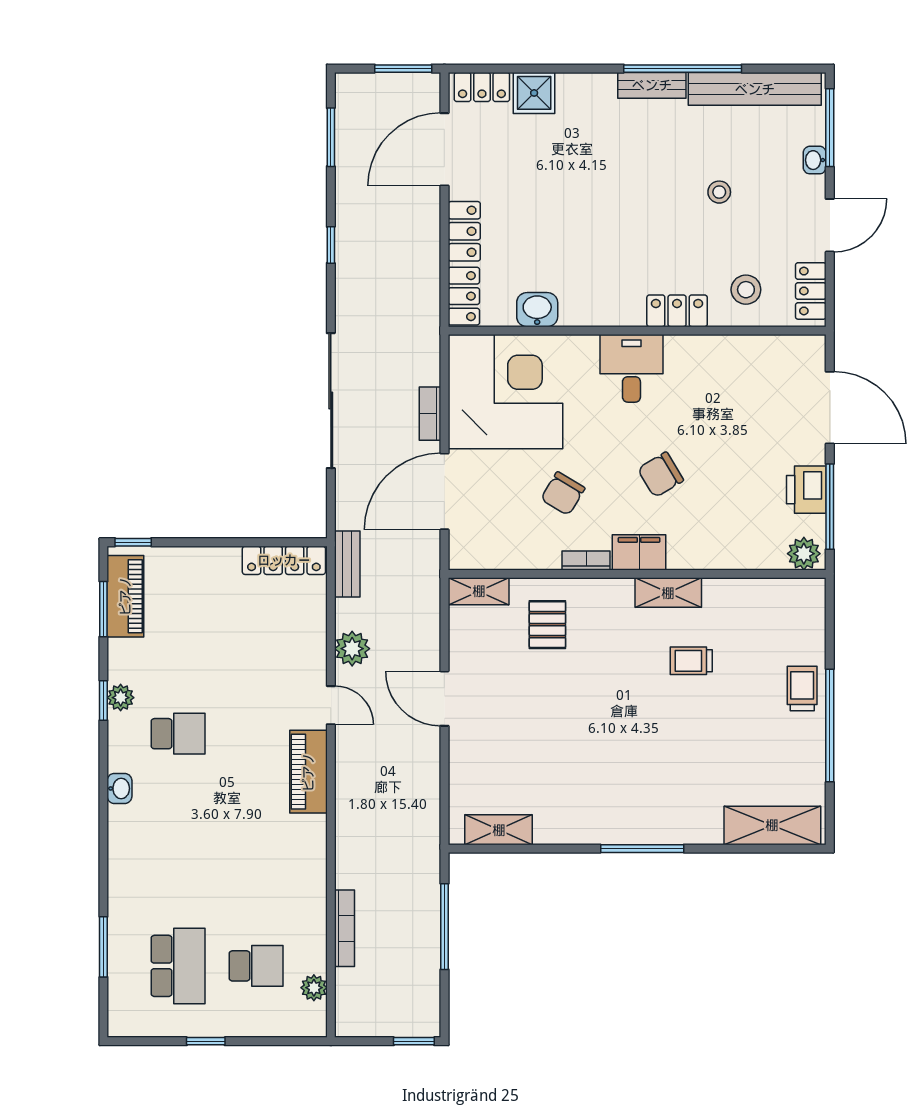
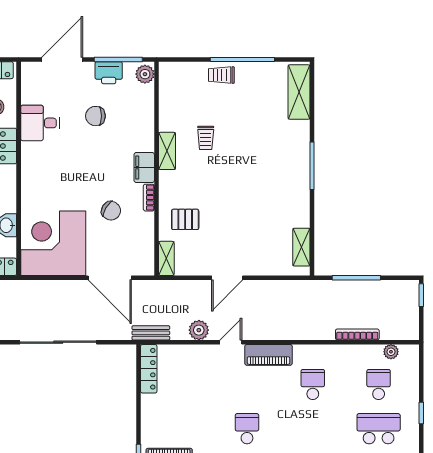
desk: (631, 368) -> (40, 123), moved
bookcase: (430, 414) -> (66, 286), removed
chair: (661, 475) -> (95, 116), moved, turned 121
school desk: (256, 850) -> (313, 384), added

